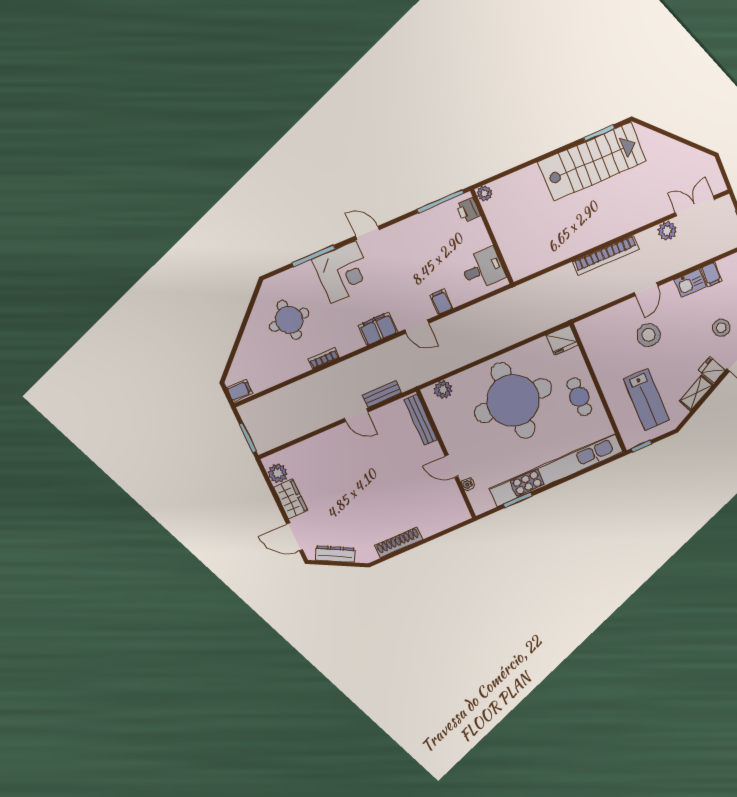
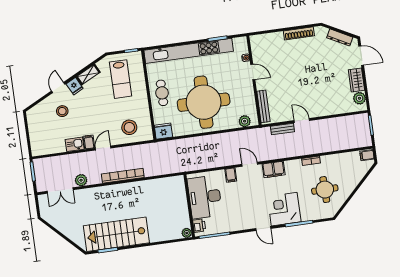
desk: (483, 269) -> (205, 197), width x1.87, depth x1.30
filing cabinet: (711, 274) -> (89, 142), moved
stool: (649, 335) -> (129, 127), moved
lab bench: (646, 400) -> (121, 79), turned 180

